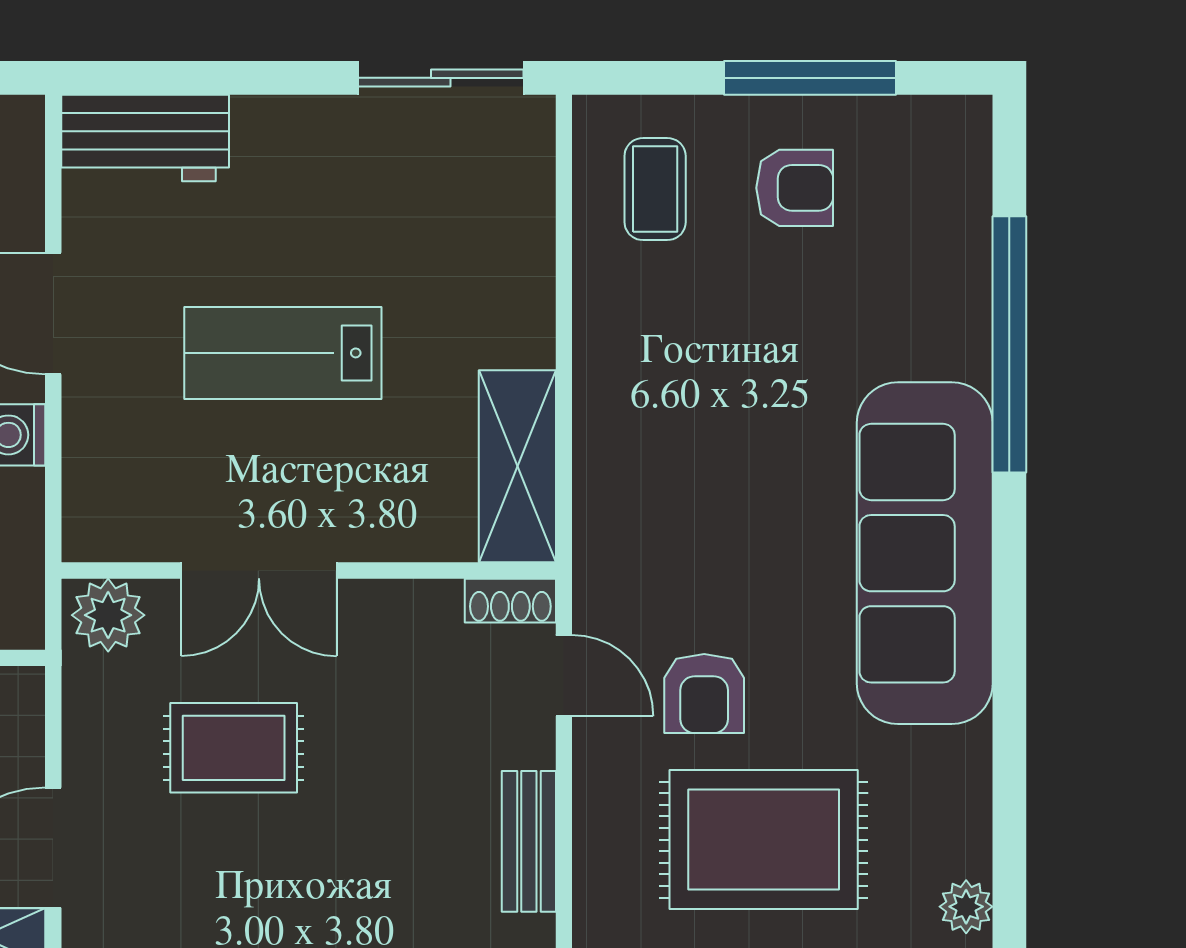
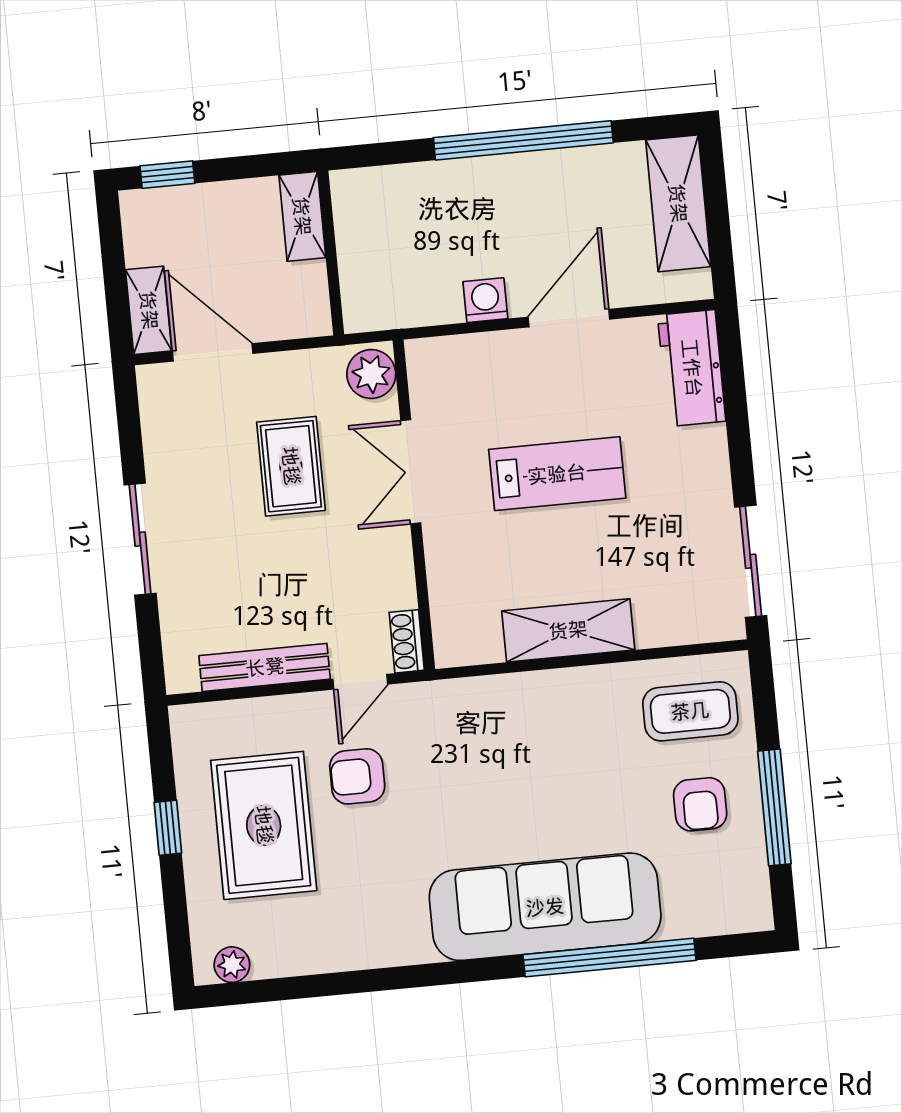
coffee table: (655, 189) -> (690, 711), width x1.36, depth x1.30
lab bench: (283, 353) -> (557, 474), turned 90
shelving: (517, 466) -> (568, 630), moved
sofa: (925, 553) -> (545, 907), moved
bench: (529, 841) -> (265, 667), width x1.36

